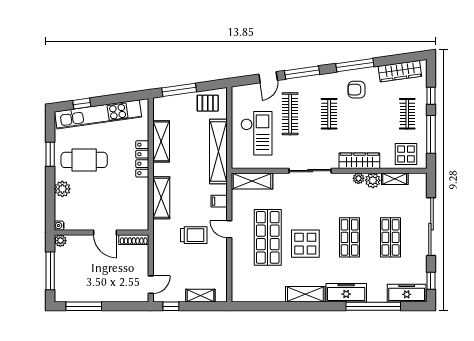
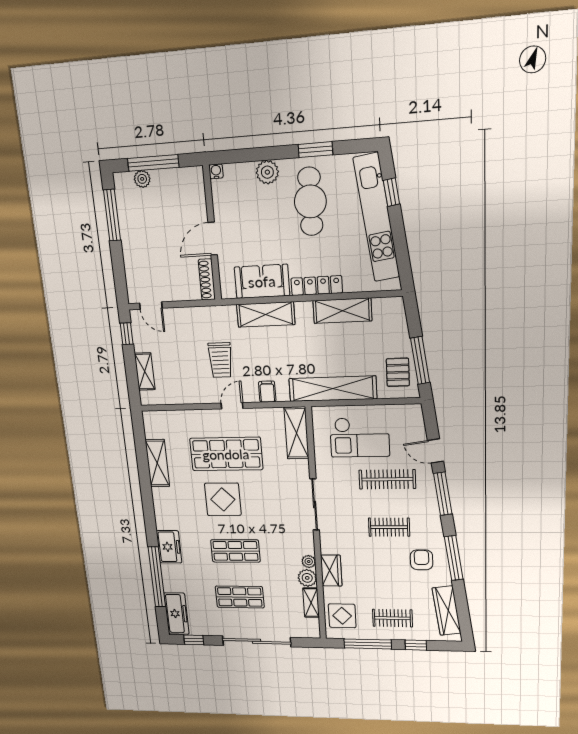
window: (179, 90) -> (420, 360), moved
wardrobe: (359, 161) -> (331, 571), width x0.67
sofa: (137, 199) -> (262, 281), added
plant: (60, 241) -> (142, 179), moved
freezer: (346, 293) -> (169, 547), width x0.71
shelving: (305, 294) -> (157, 463), moved

